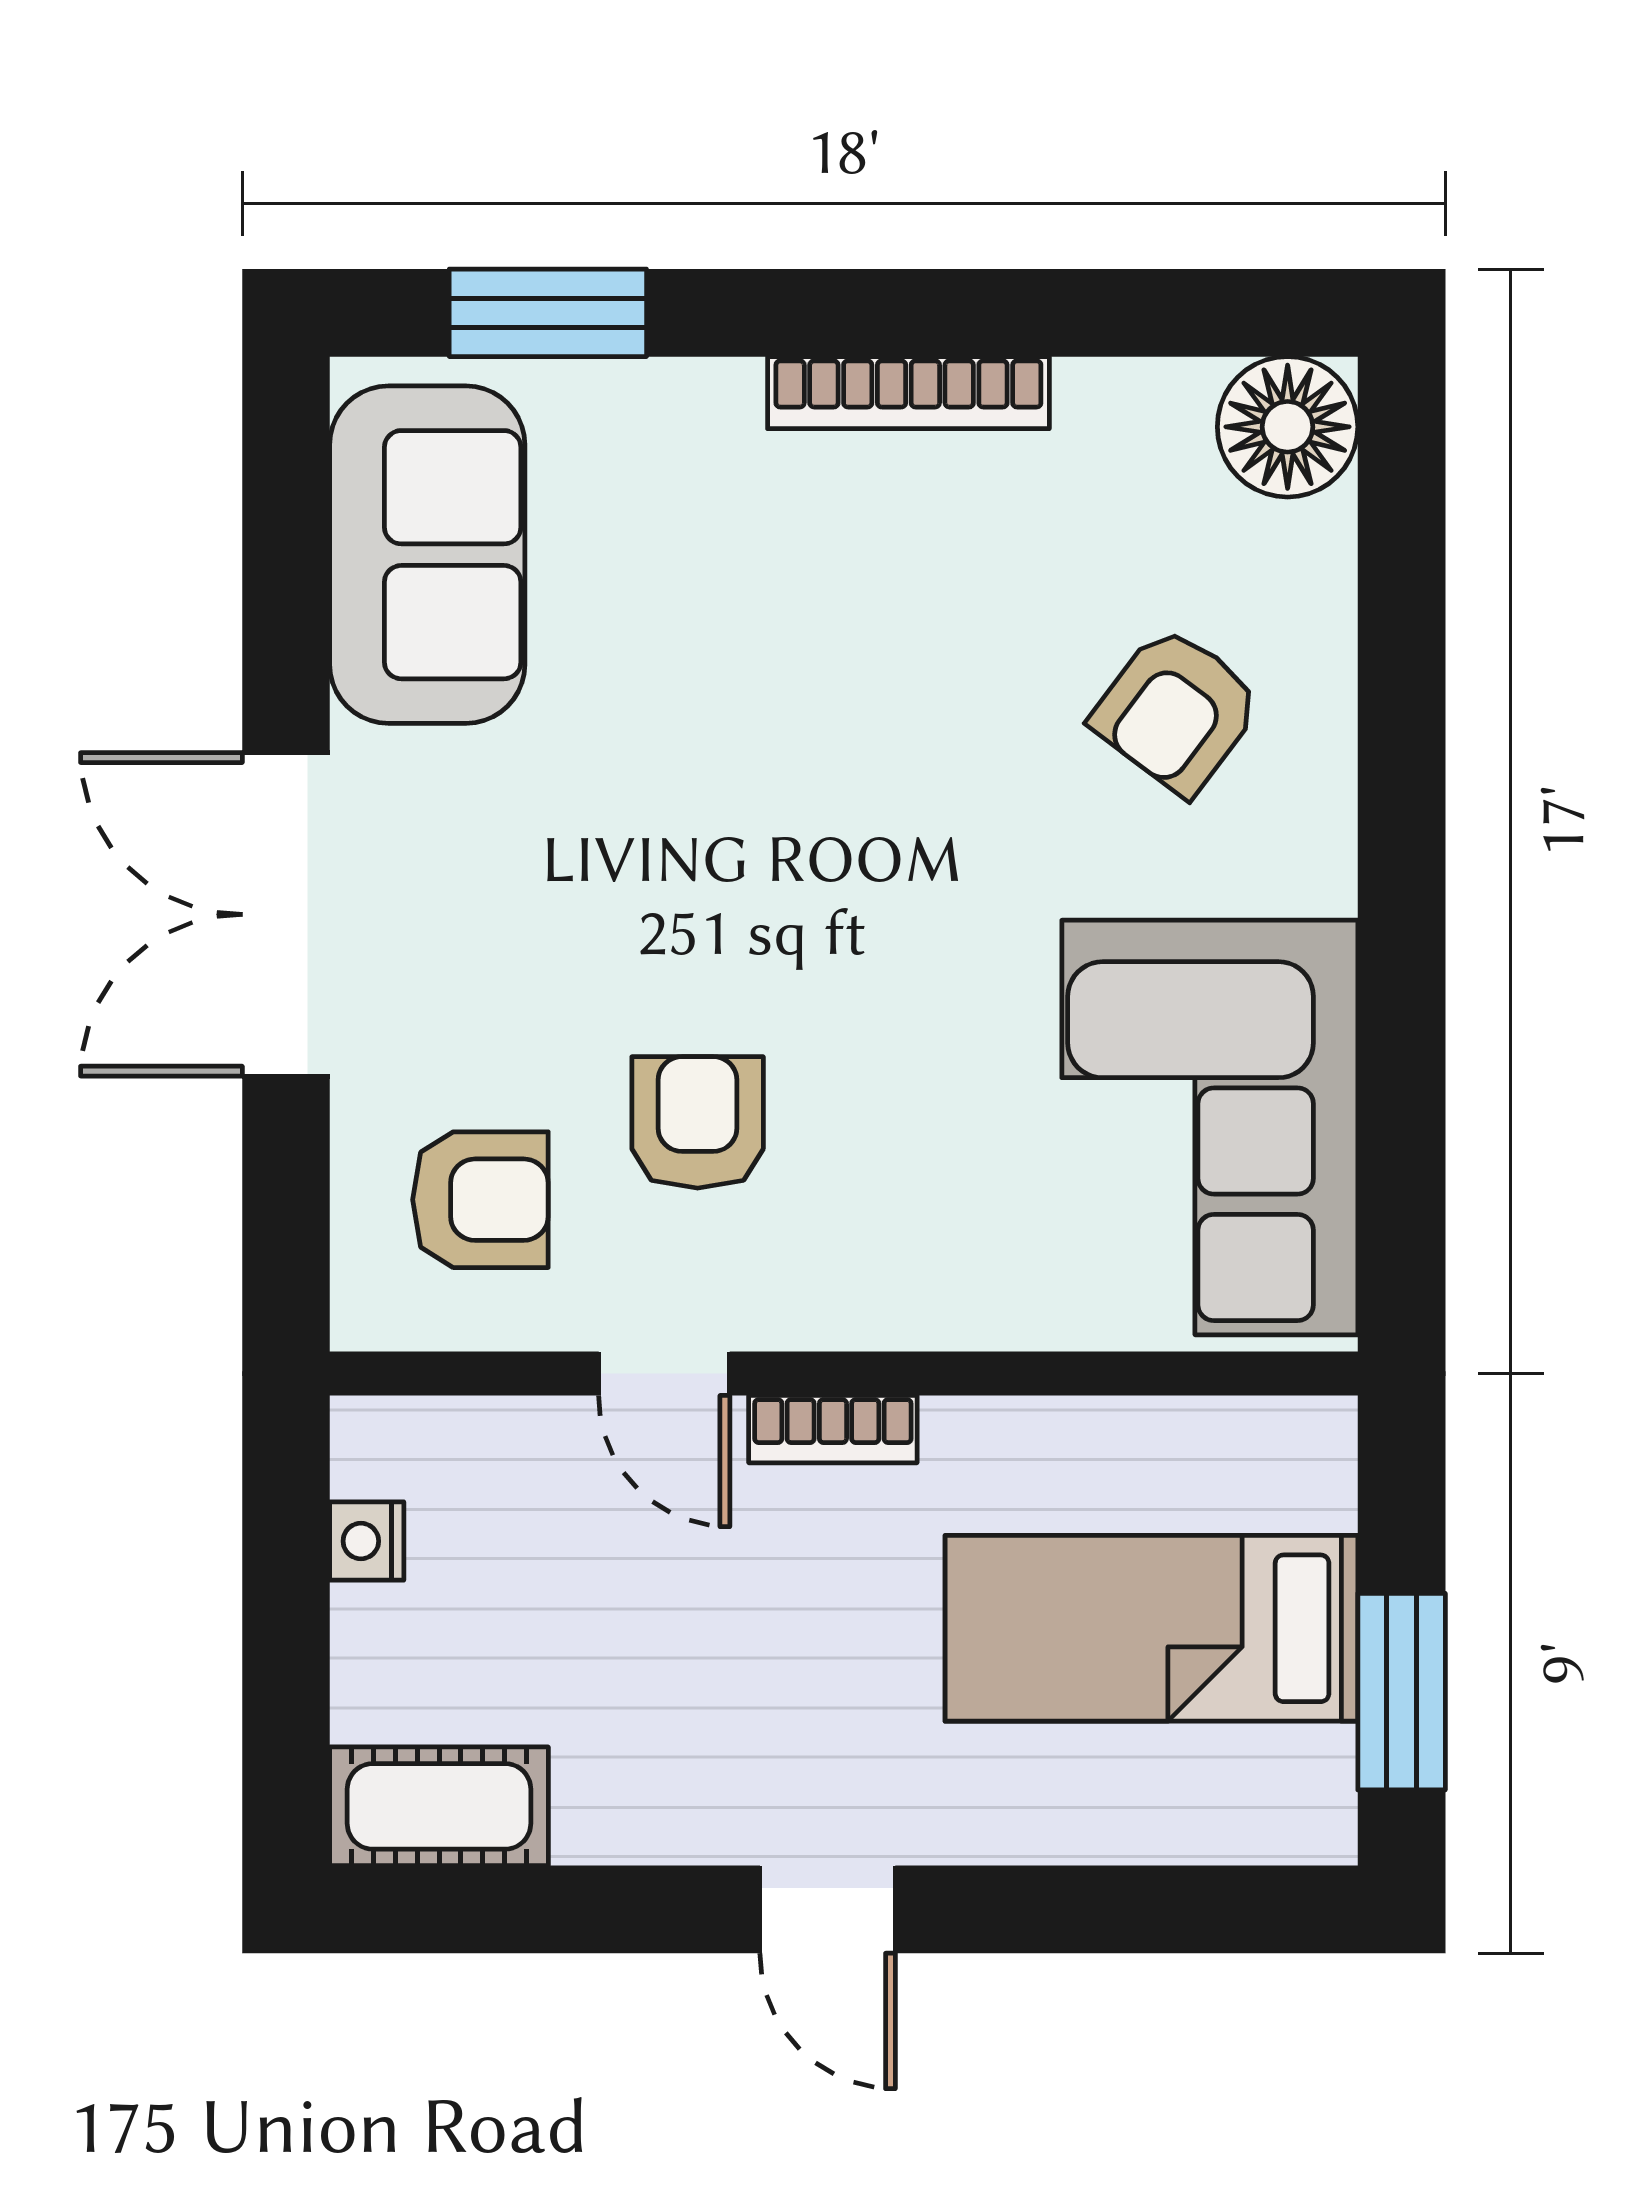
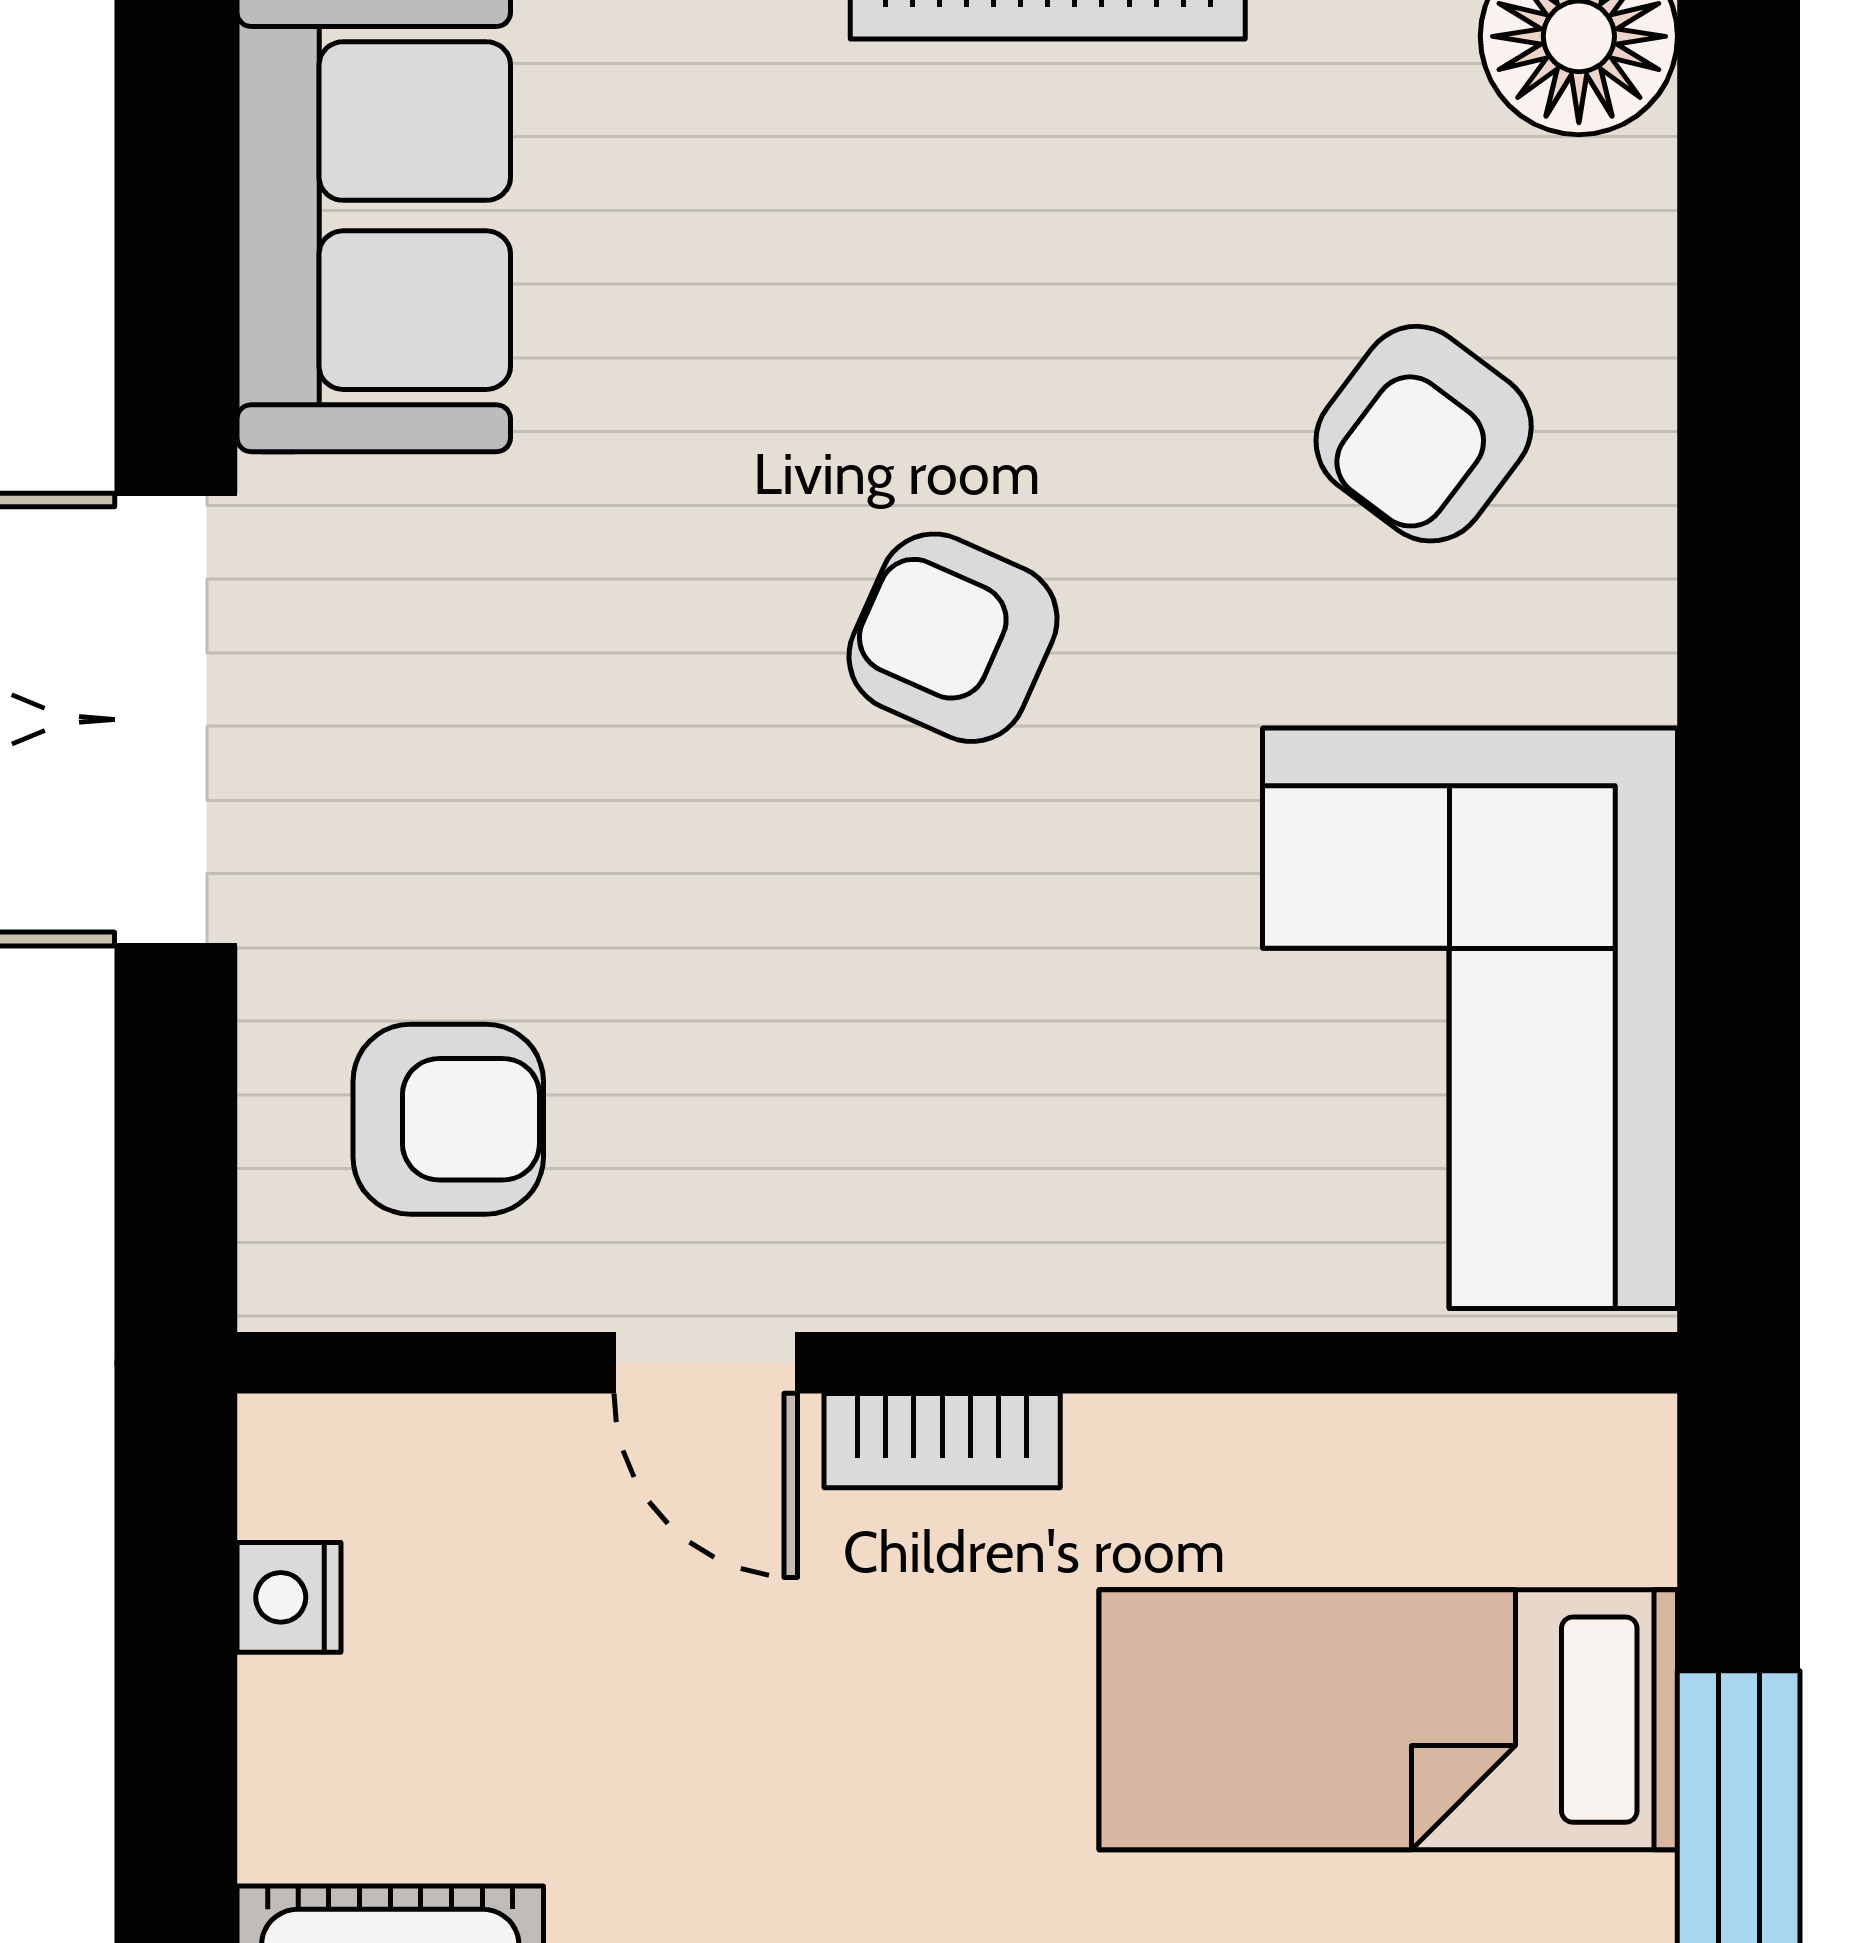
armchair: (698, 1122) -> (953, 638), moved, turned -66

